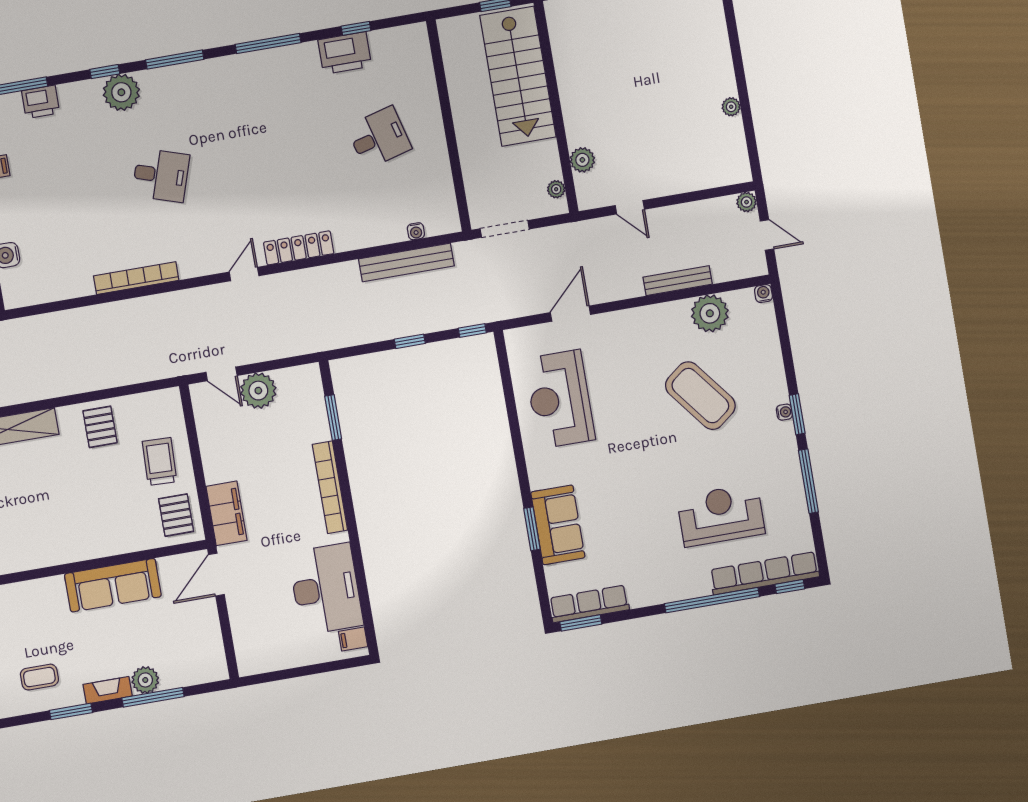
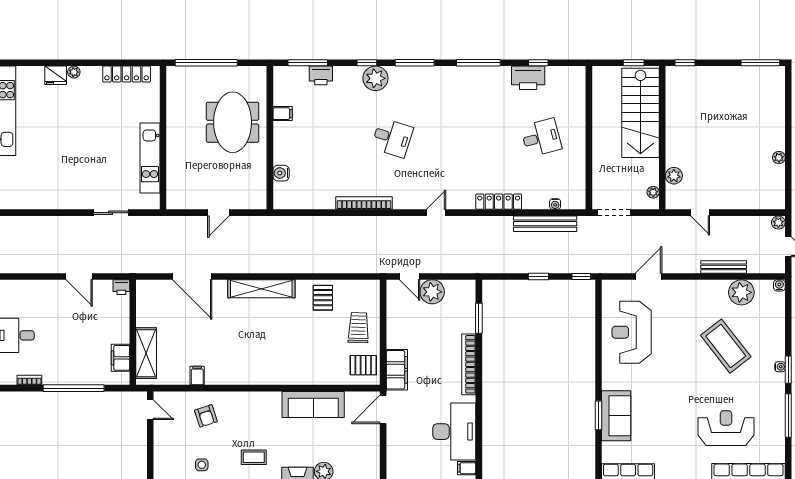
locker: (299, 248) -> (499, 202), moved
pallet: (176, 515) -> (363, 365), turned 90

